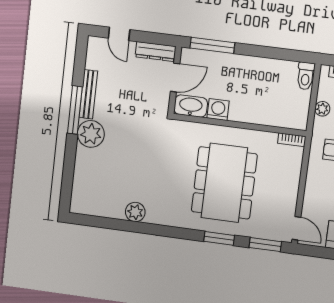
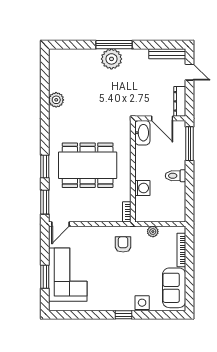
door: (119, 34) -> (190, 72), swing flipped
toilet: (306, 76) -> (176, 176), moved
bench: (88, 94) -> (167, 54), moved
window: (75, 110) -> (114, 45), moved
washing machine: (218, 110) -> (142, 188), moved

